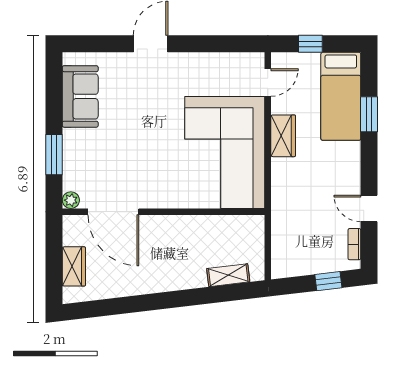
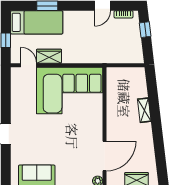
wardrobe: (283, 136) -> (49, 56), moved
shelving: (228, 275) -> (144, 110), moved

